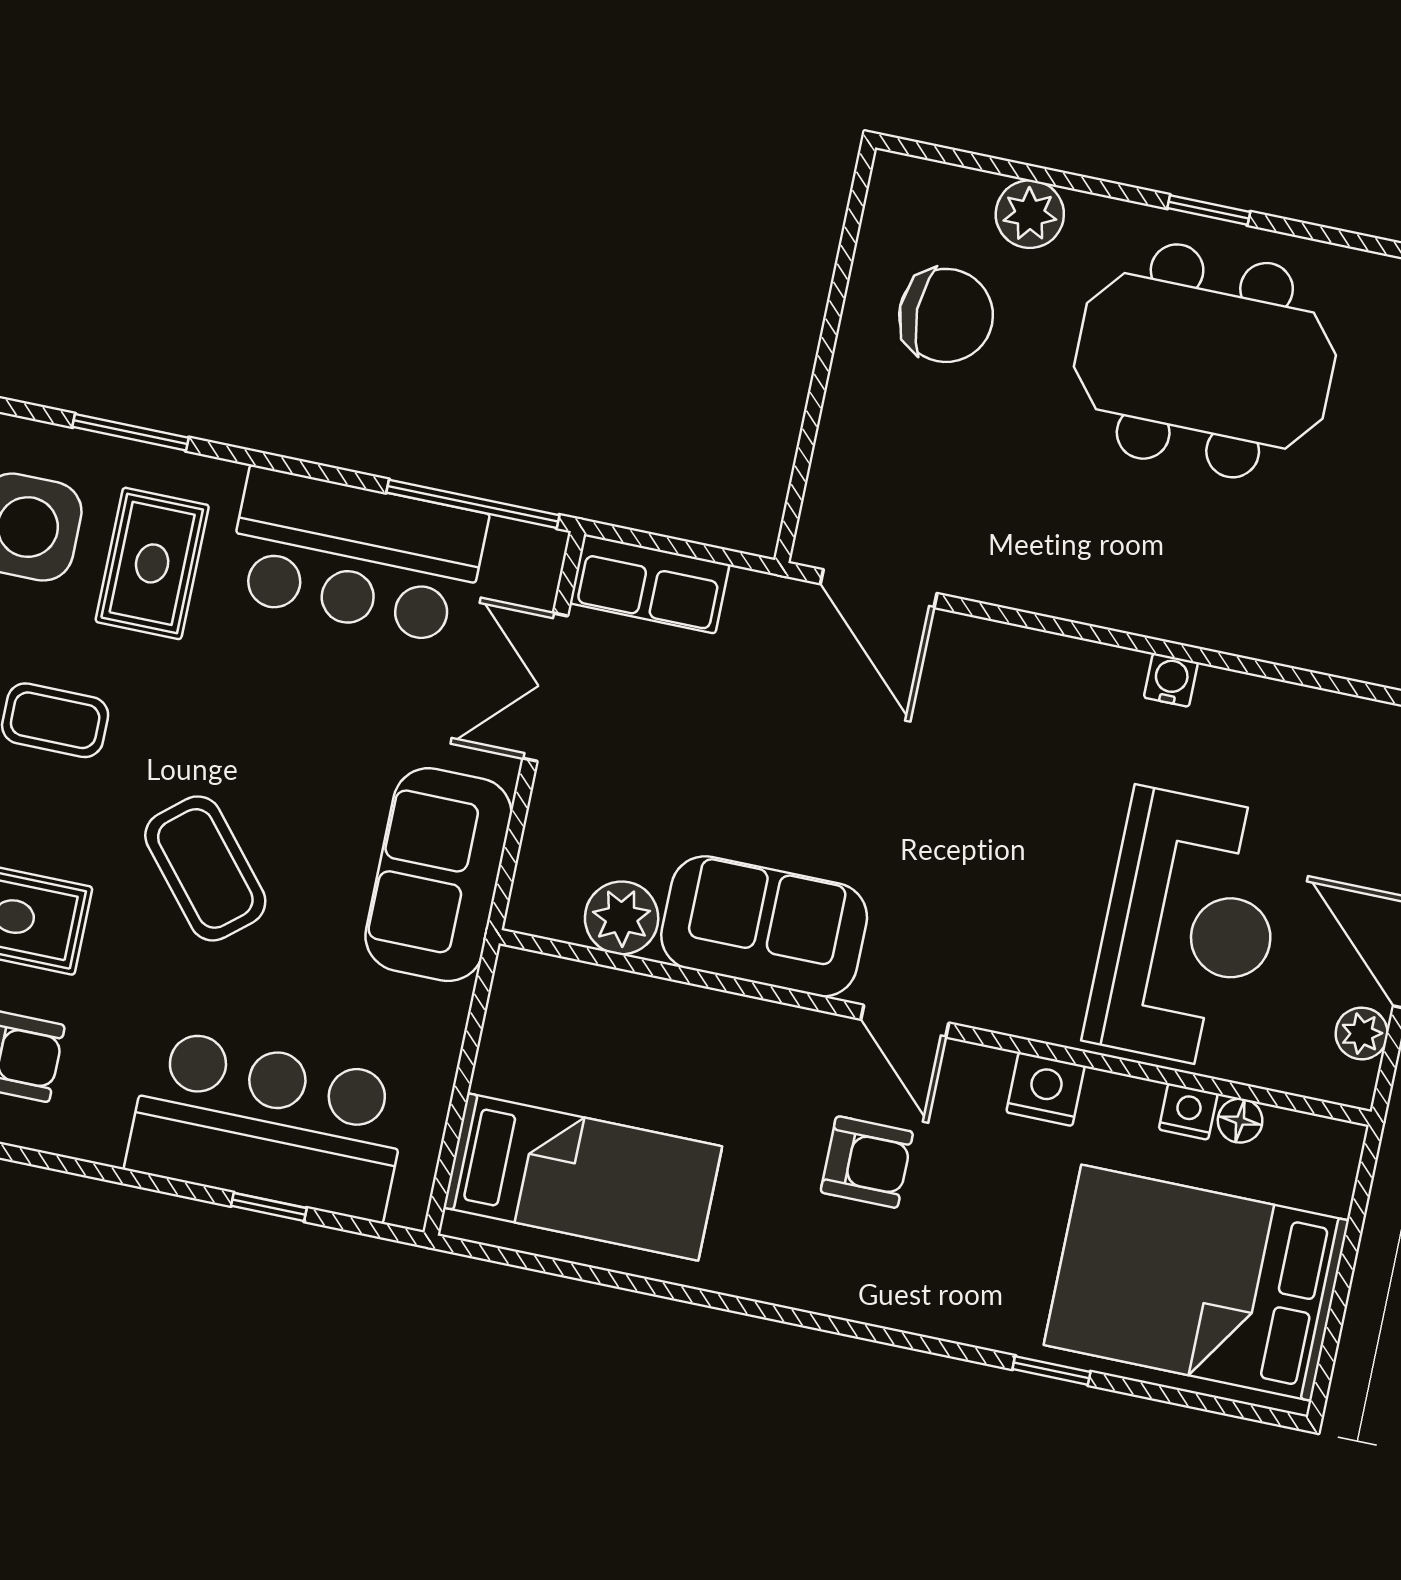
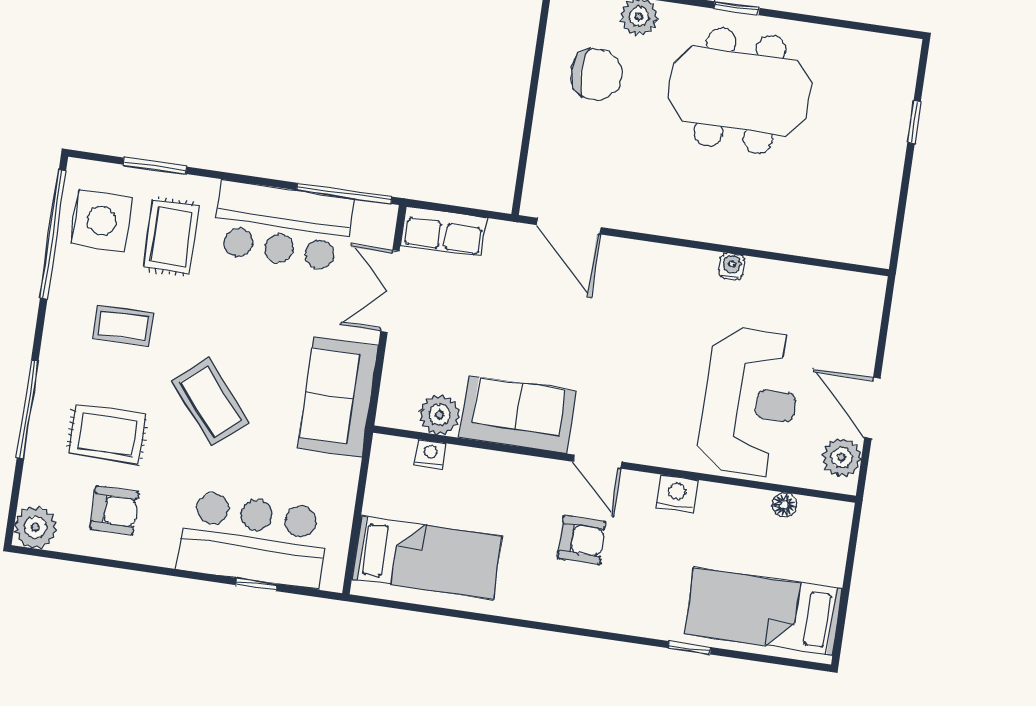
plant: (1362, 1033) -> (842, 458), width x1.38, depth x1.38
nightstand: (1188, 1112) -> (430, 454), moved
bed: (1196, 1283) -> (763, 612), width x0.67

